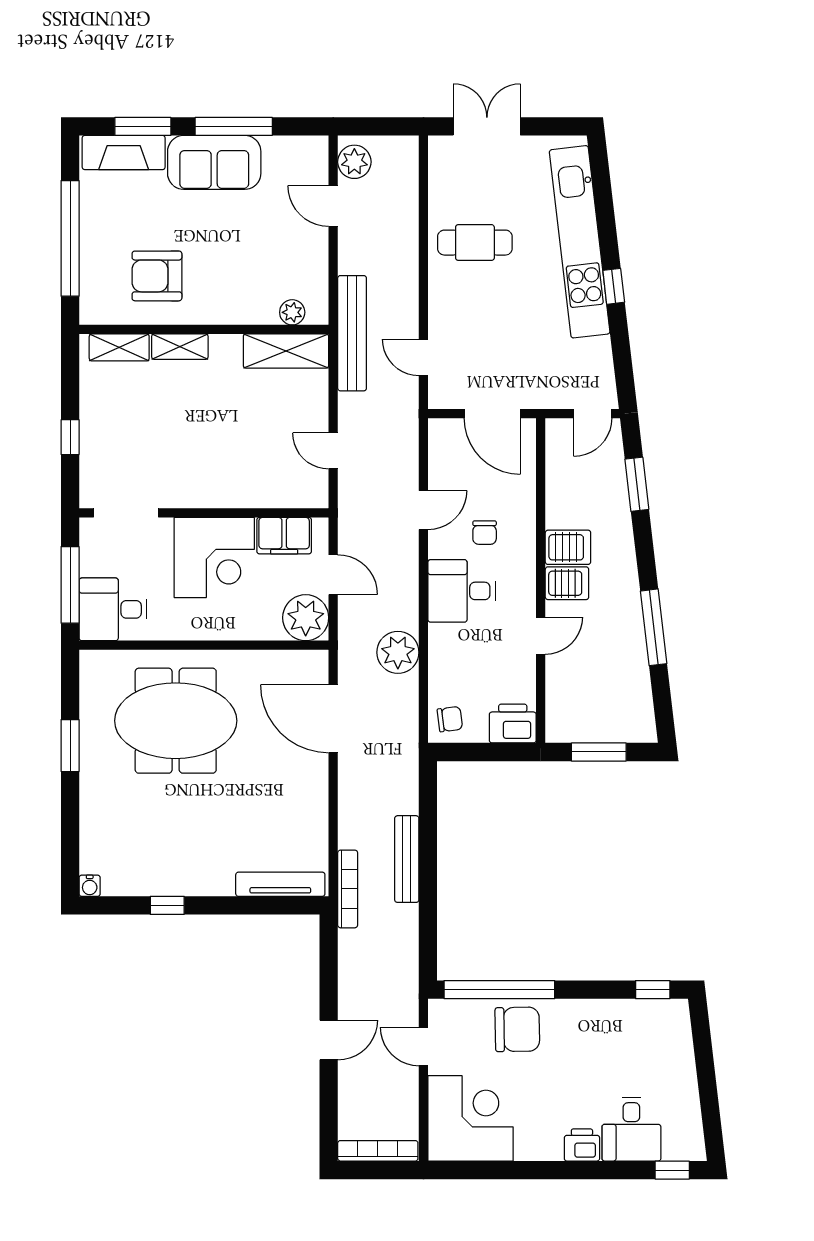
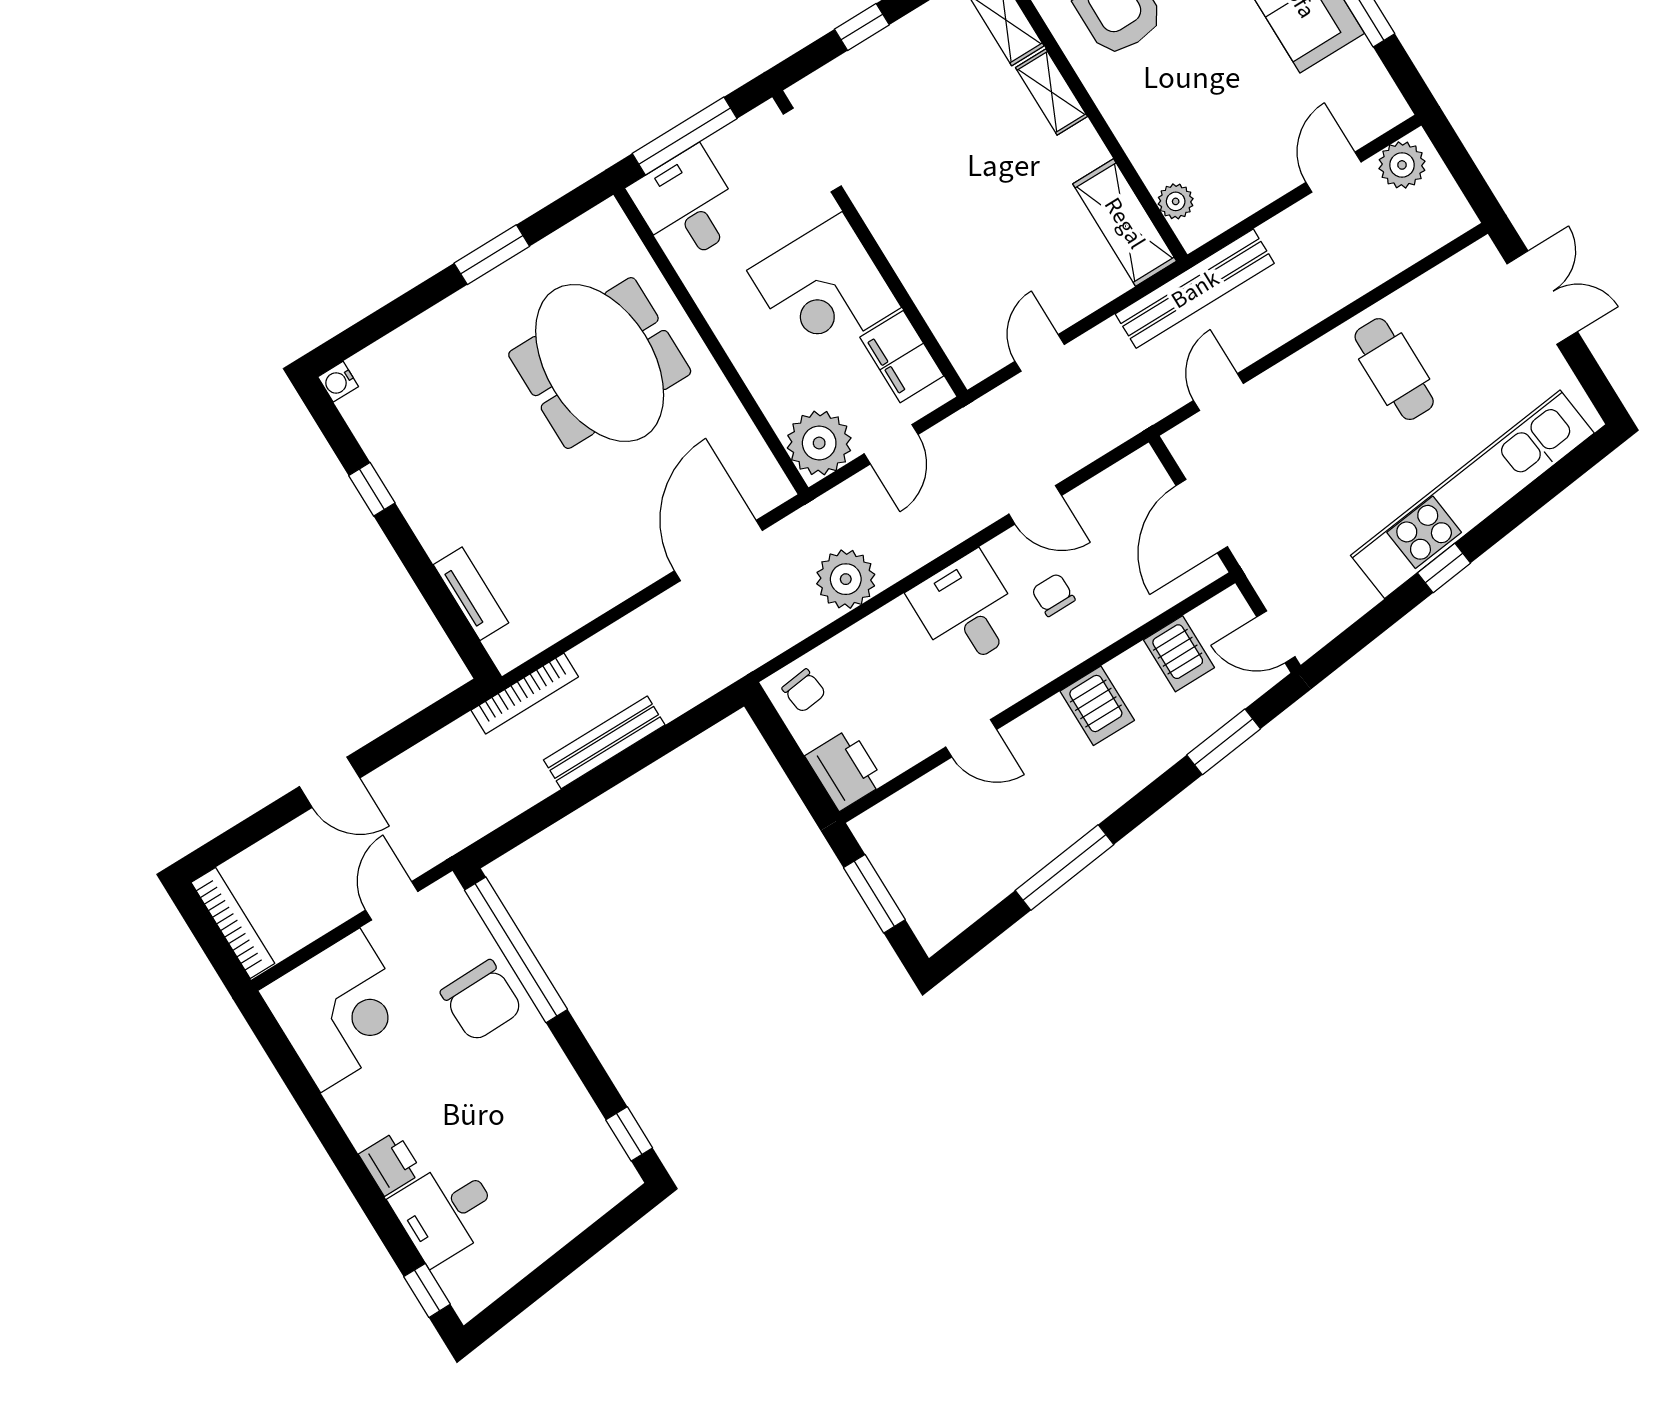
chair: (485, 533) -> (1053, 595), turned 90
server rack: (567, 583) -> (1179, 654), moved
tv unit: (280, 884) -> (471, 594), width x0.71

